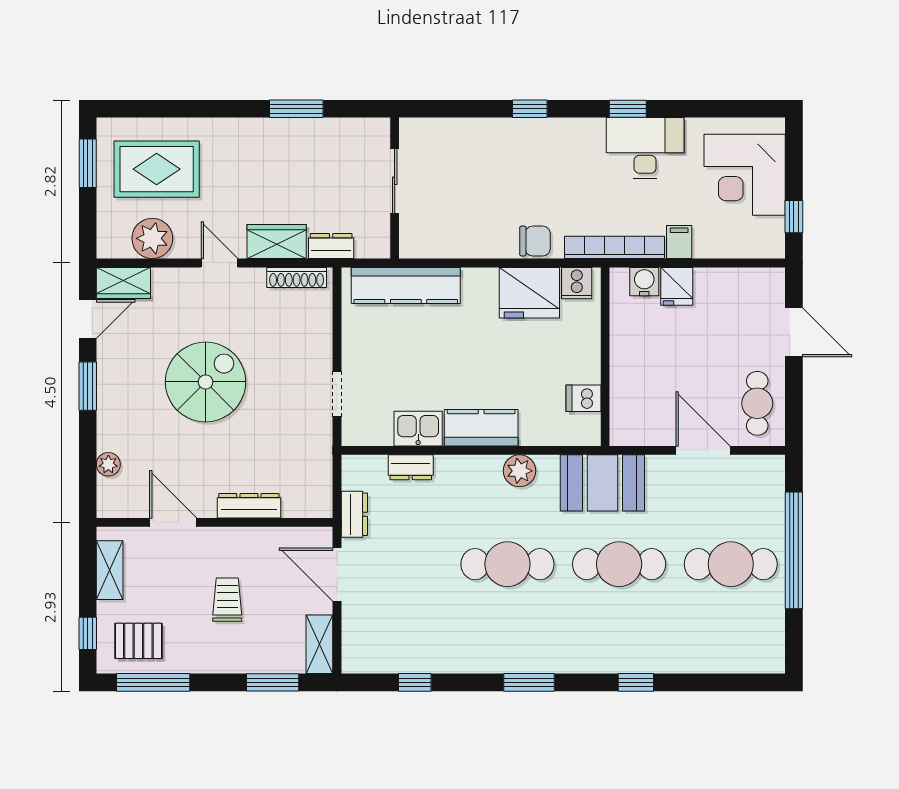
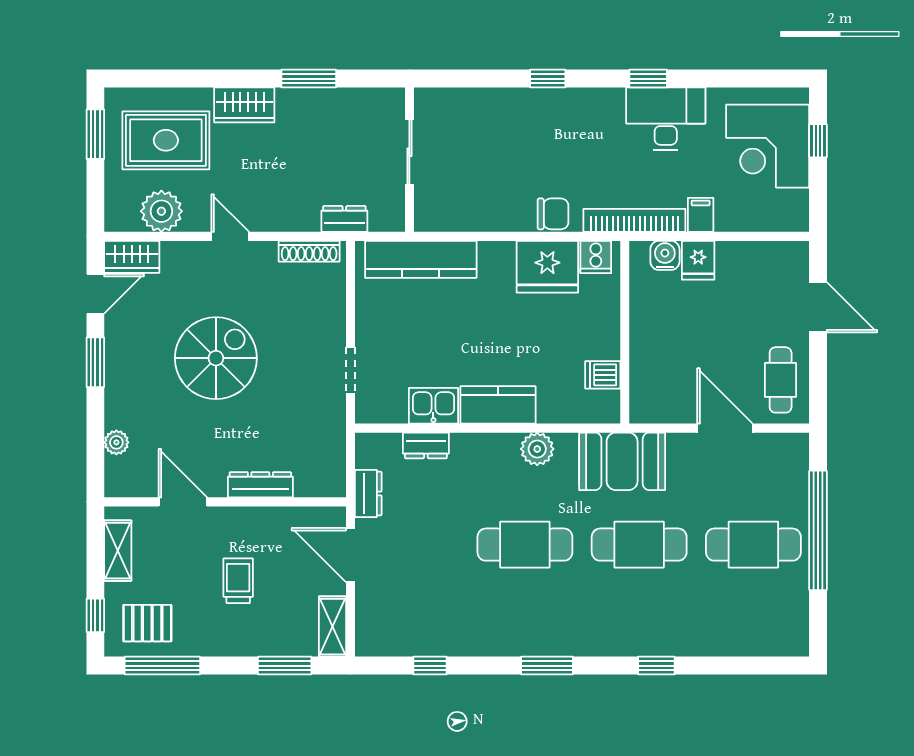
window: (794, 217) -> (818, 141), moved
wardrobe: (277, 242) -> (244, 105), moved, turned 180

